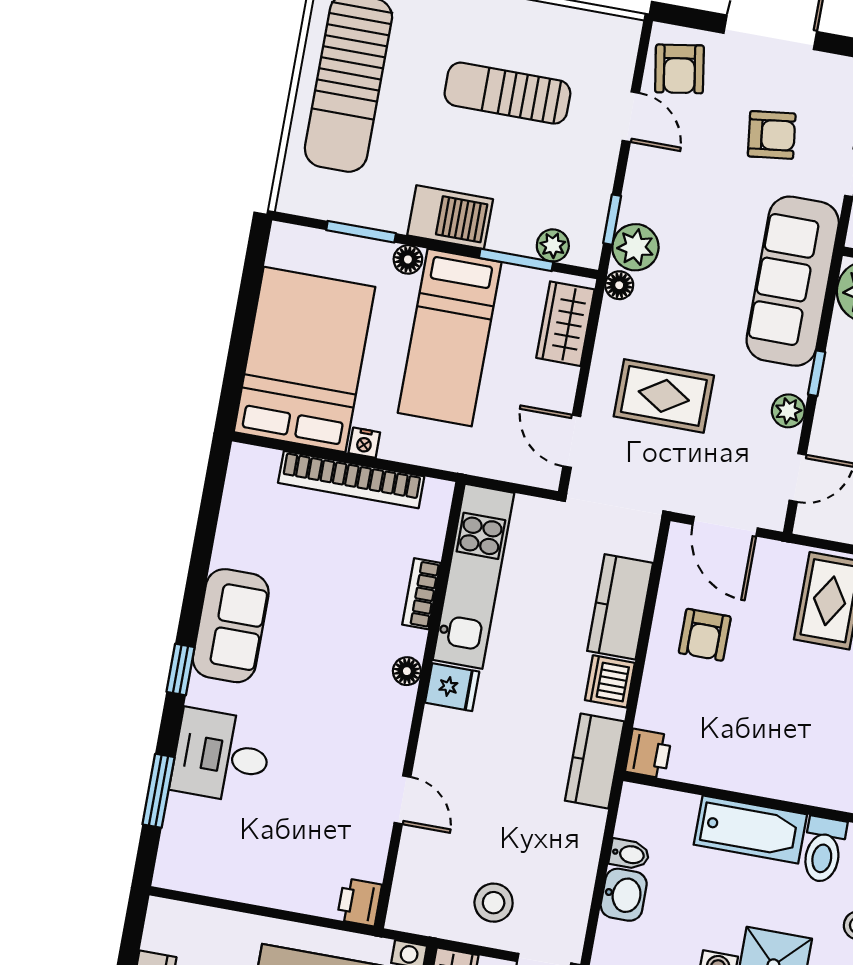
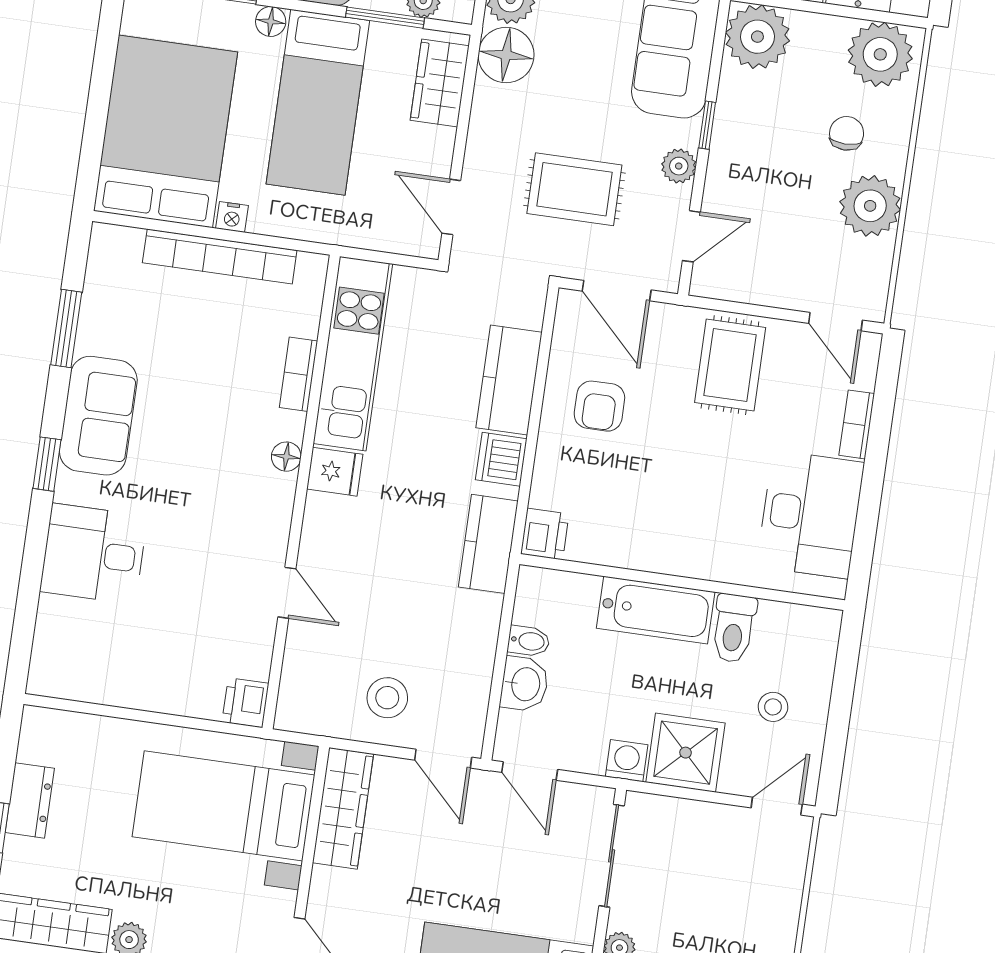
floor lamp: (619, 285) -> (506, 55), width x1.89, depth x1.89
rug: (664, 396) -> (574, 189), moved
window: (158, 791) -> (66, 329), moved

